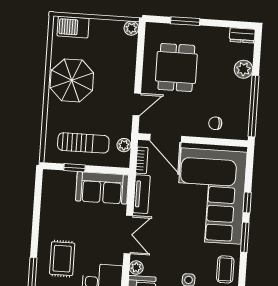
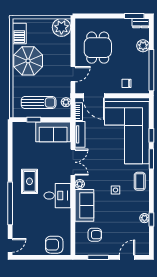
window: (185, 21) -> (134, 16), moved
barbecue: (73, 27) -> (19, 34), moved, turned -90
plant: (131, 28) -> (61, 27), width x1.88, depth x1.88

